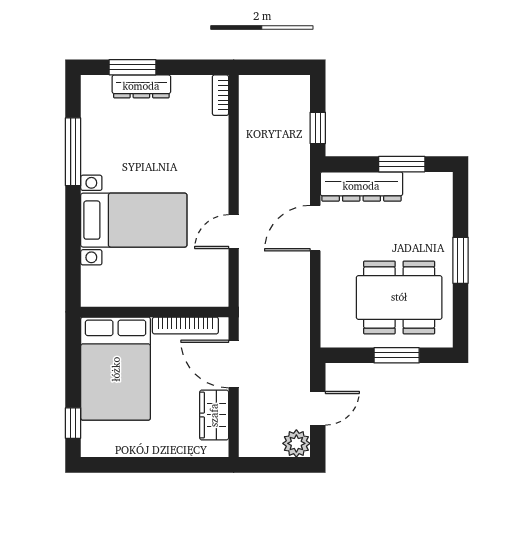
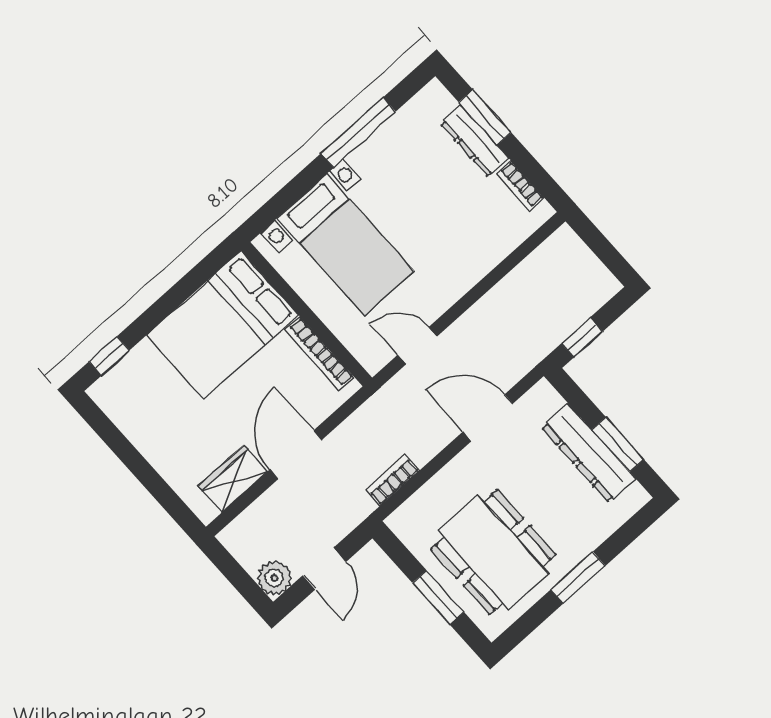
bookcase: (220, 95) -> (520, 186), moved, turned -90
dresser: (361, 186) -> (588, 453), moved
wall: (155, 312) -> (307, 314), moved
bookcase: (301, 319) -> (393, 480), added
bookcase: (185, 325) -> (319, 354), moved
bed: (116, 369) -> (222, 325), moved
door: (318, 408) -> (324, 569), hinge flipped

